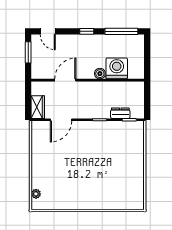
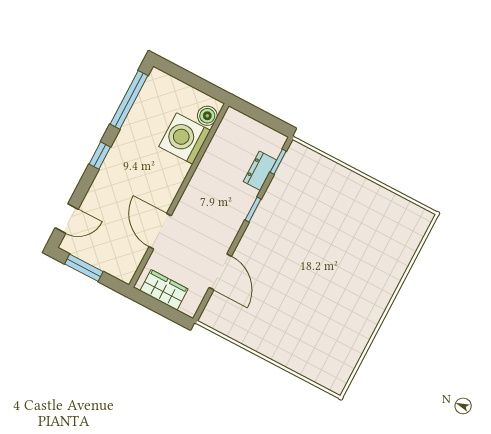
boiler: (100, 74) -> (207, 116), moved
wardrobe: (38, 107) -> (164, 290), moved
plant: (36, 194) -> (319, 375), removed

